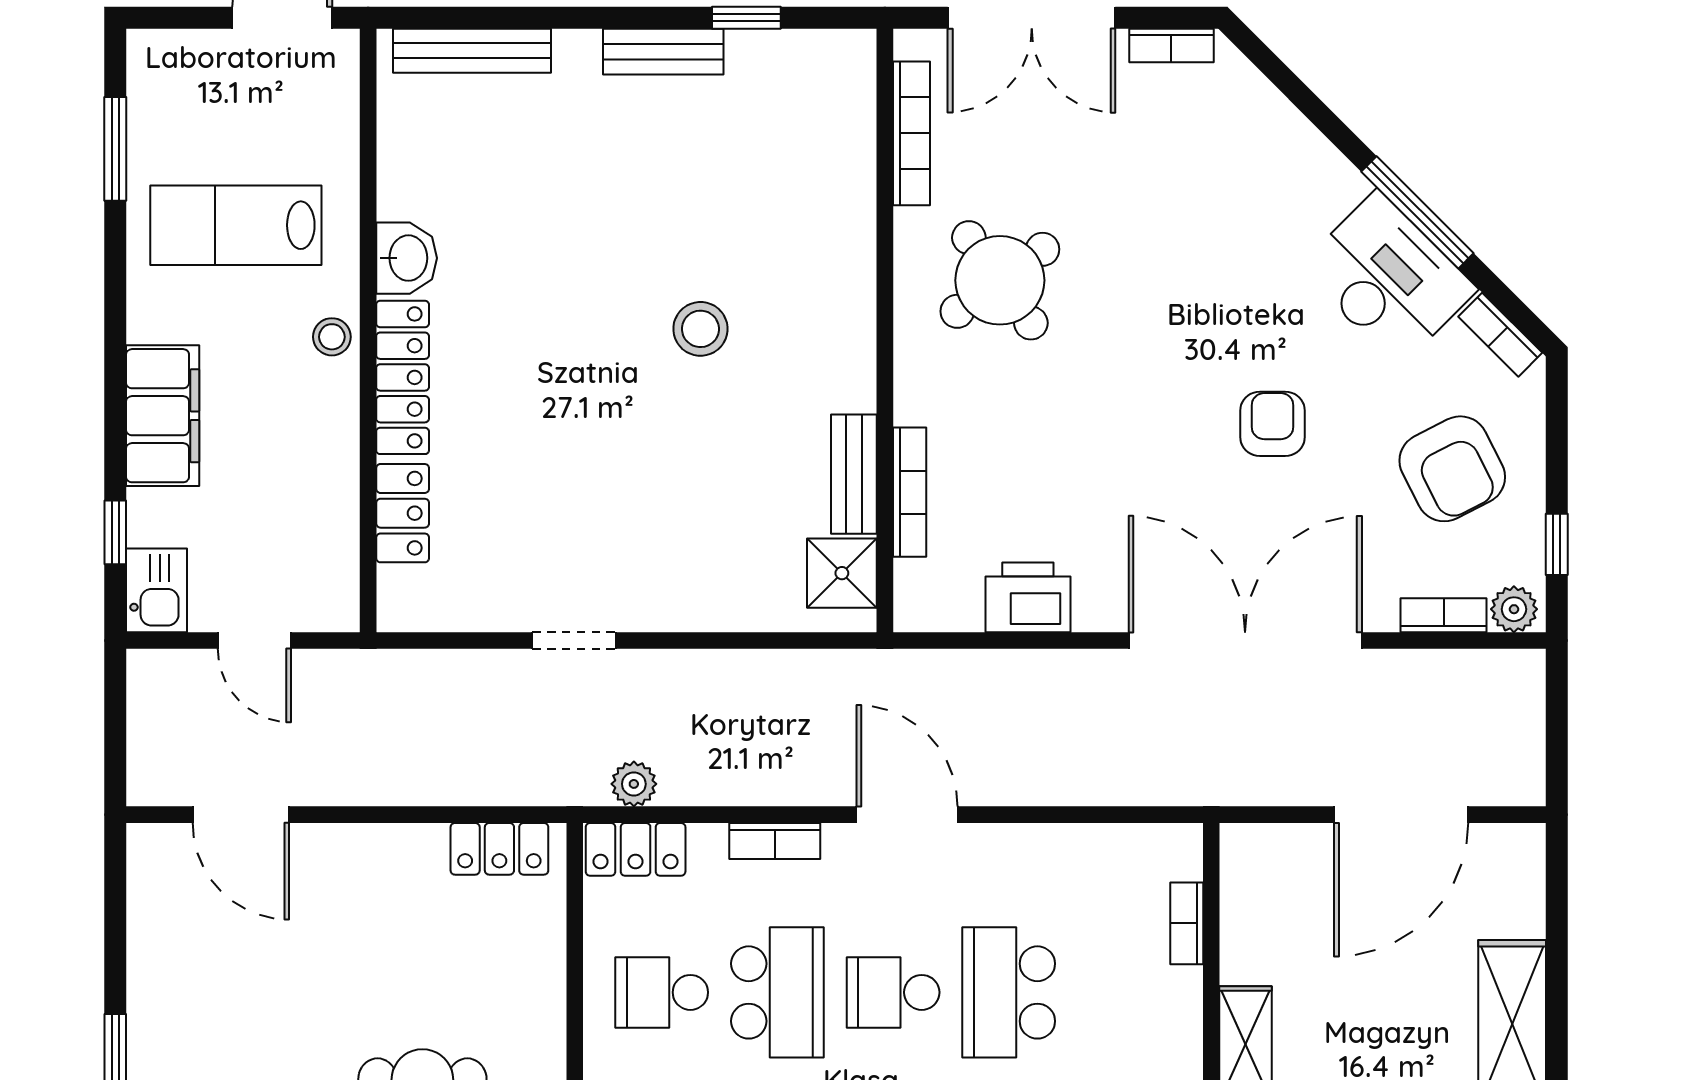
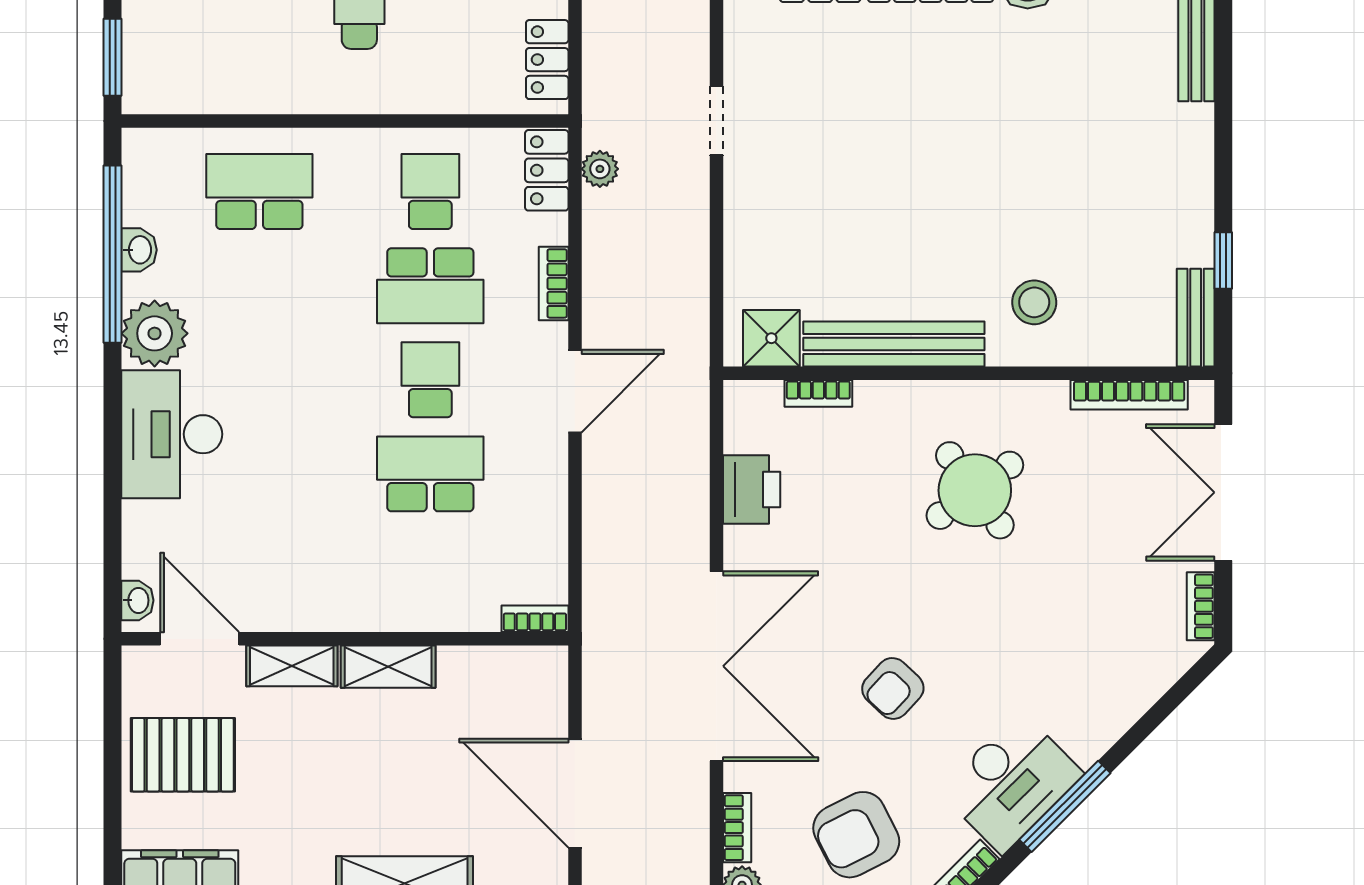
bench: (663, 52) -> (1196, 318), moved
round table: (1000, 280) -> (975, 490), moved
stool: (700, 329) -> (1034, 302), moved
armchair: (1273, 424) -> (893, 688), turned 133
bench: (854, 474) -> (894, 344), width x1.86, depth x1.21
bookcase: (910, 492) -> (818, 393), width x0.64
bookcase: (1187, 923) -> (535, 619), moved

